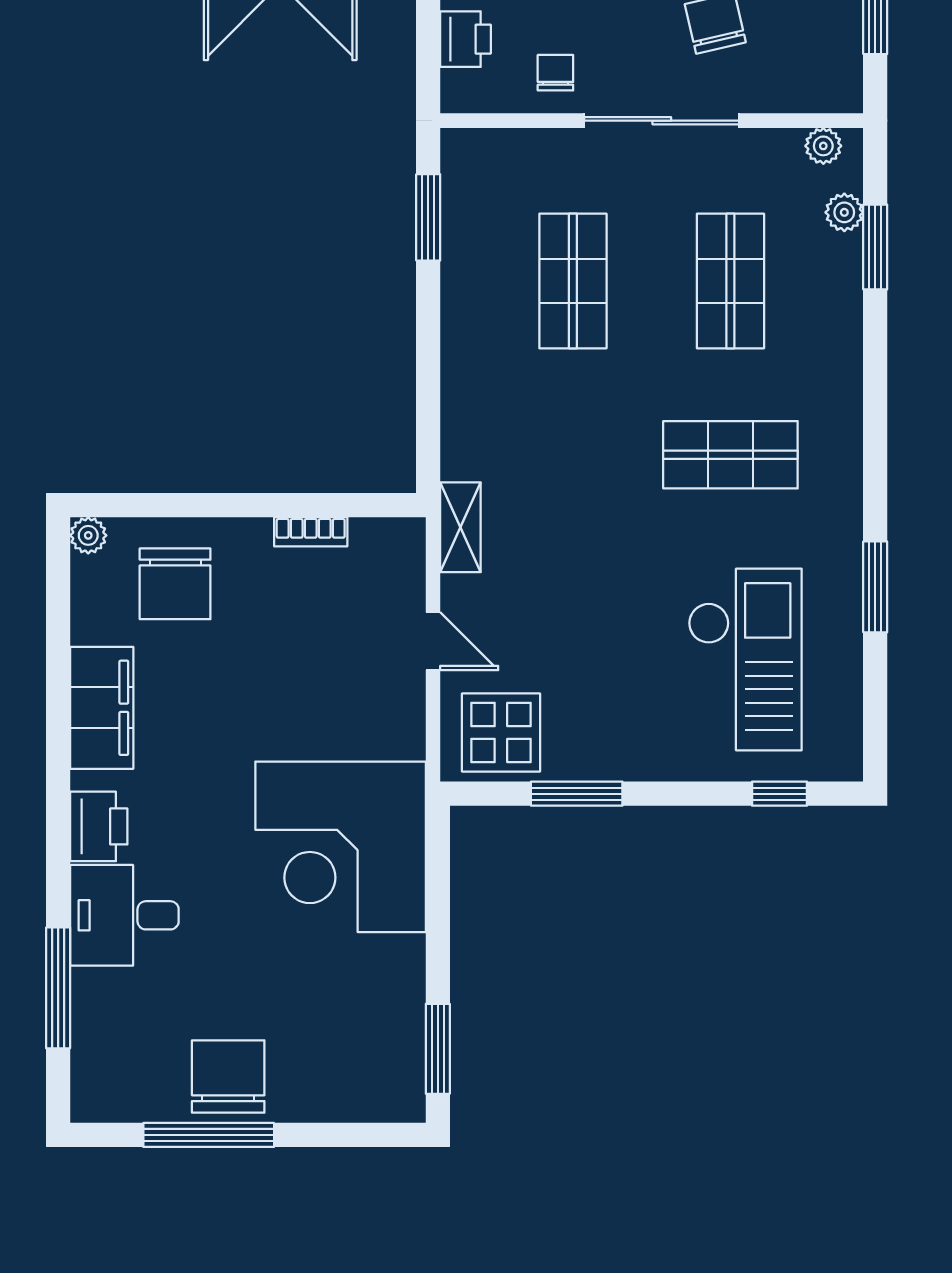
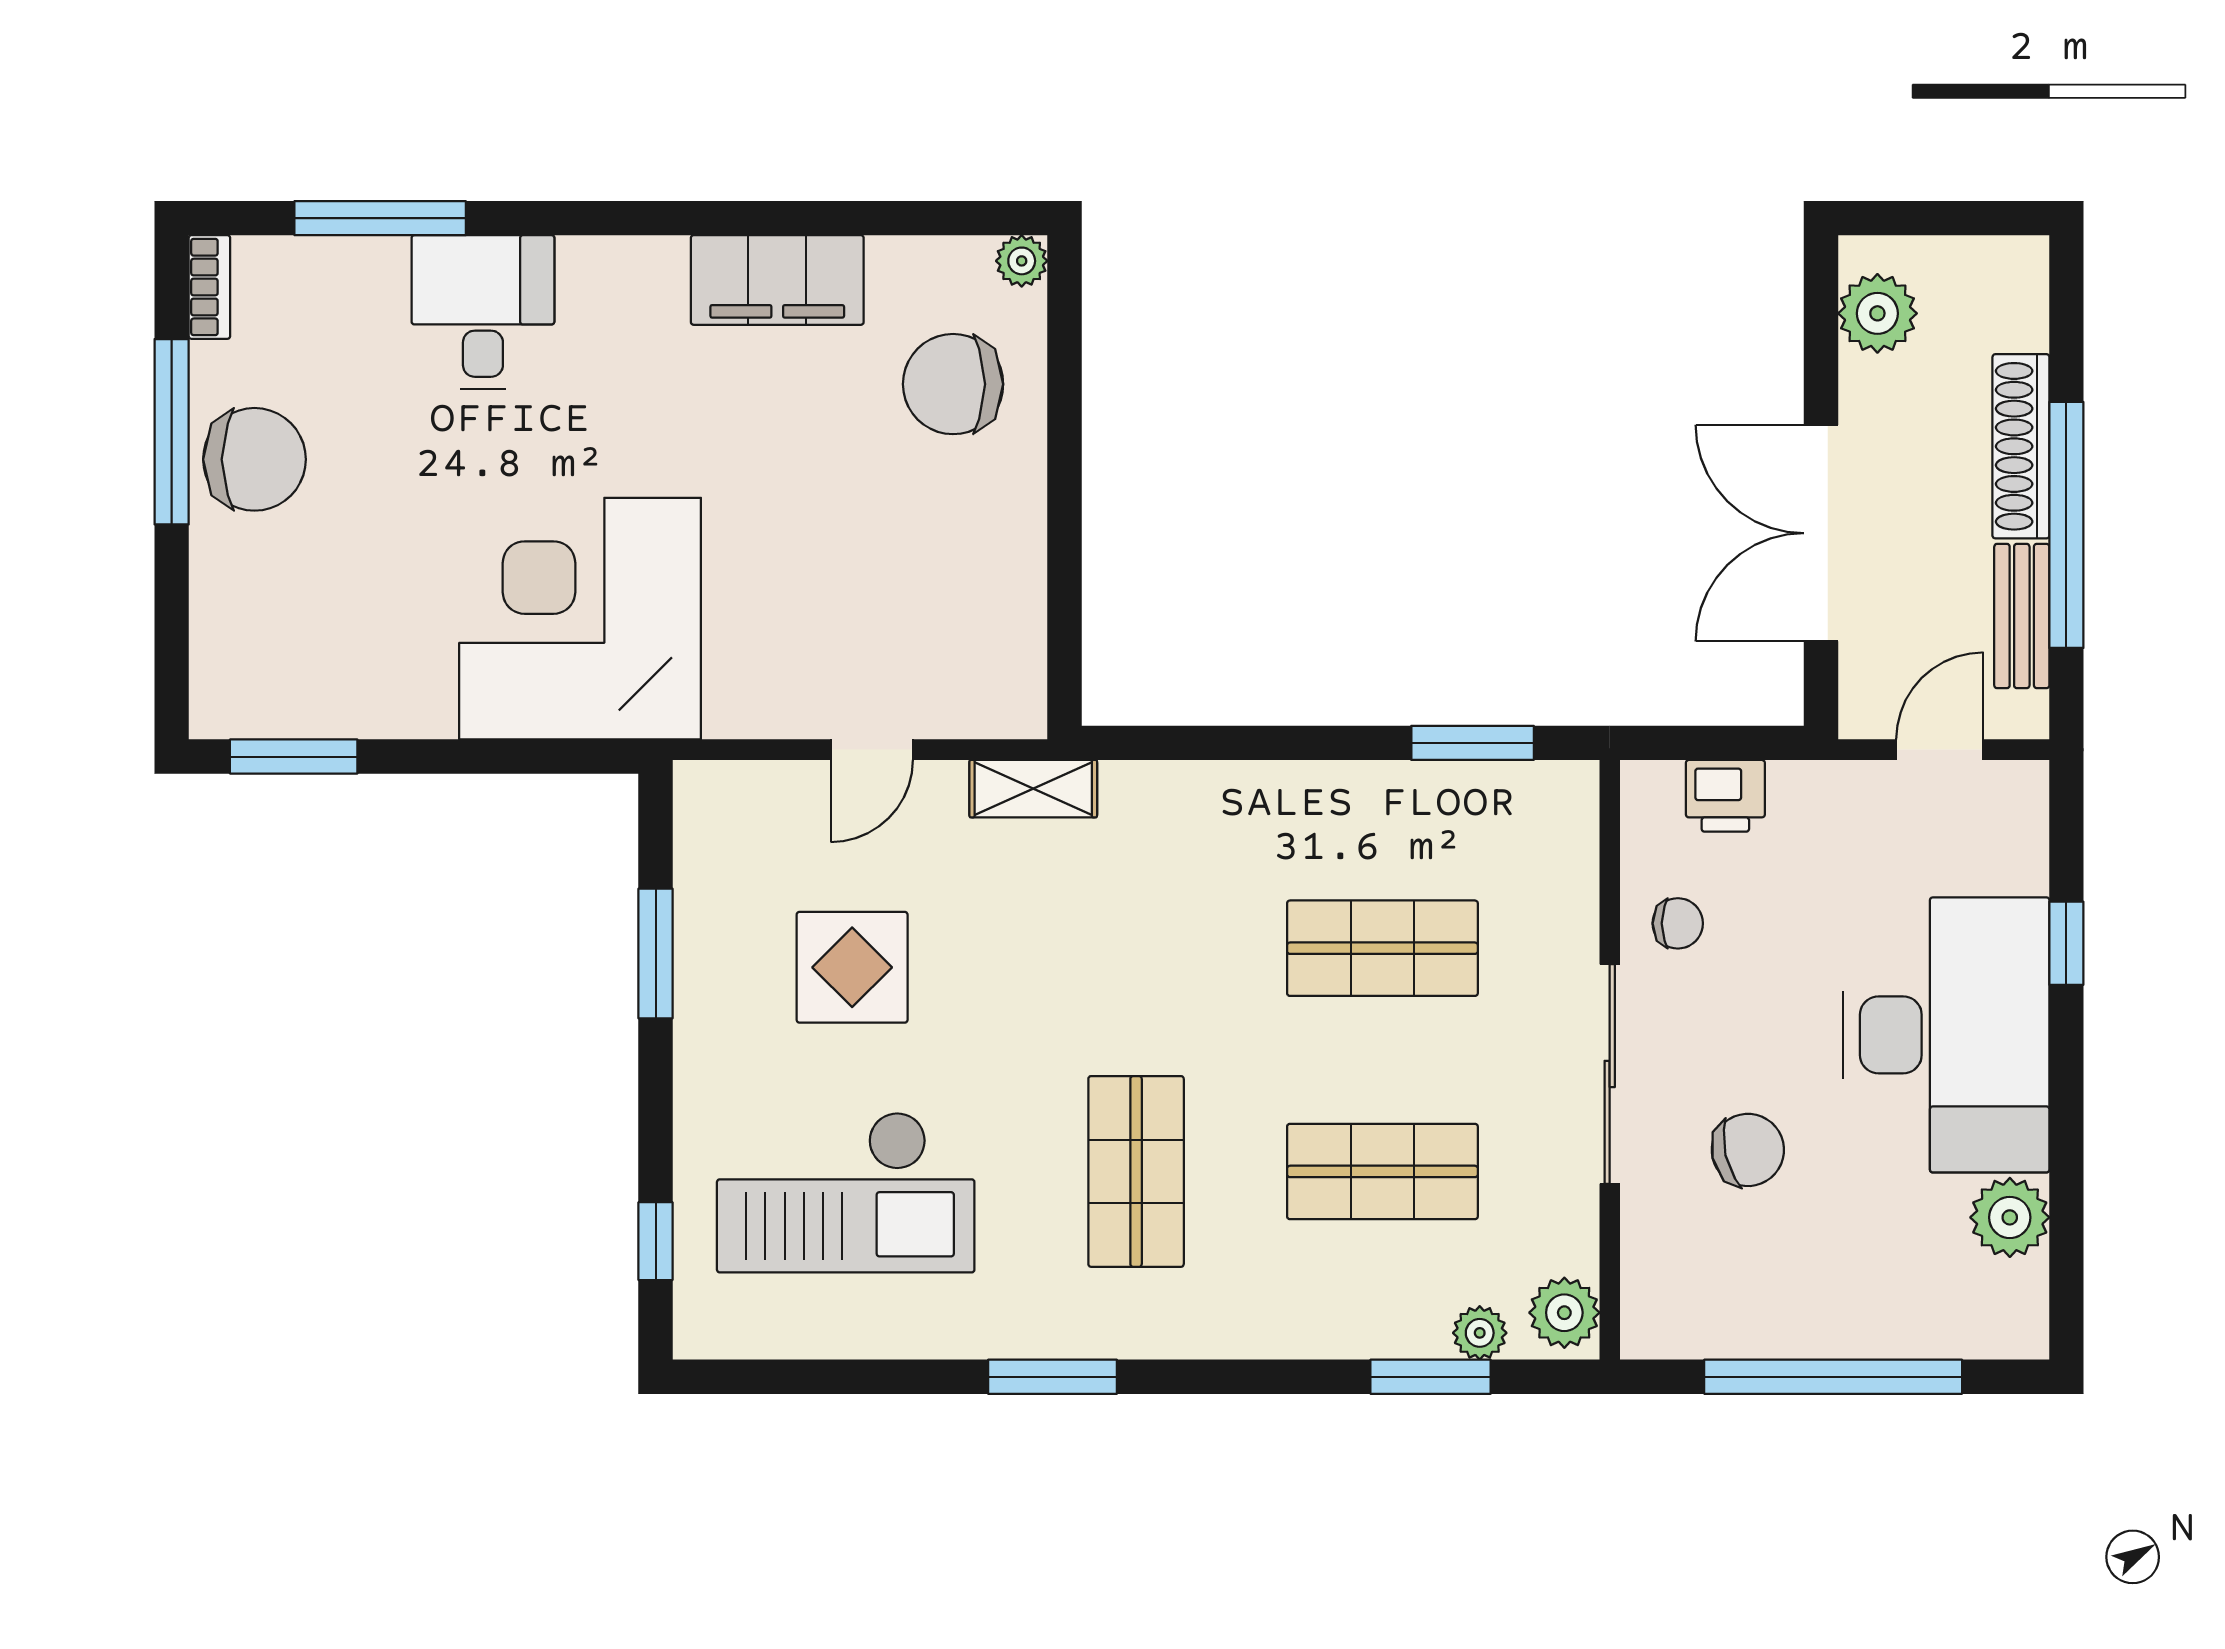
plant: (823, 146) -> (1564, 1313), width x1.38, depth x1.38
bookcase: (311, 532) -> (209, 287), moved, turned 180
window: (875, 587) -> (1052, 1377), moved
display table: (501, 733) -> (852, 967), moved
printer: (99, 826) -> (609, 276), removed

